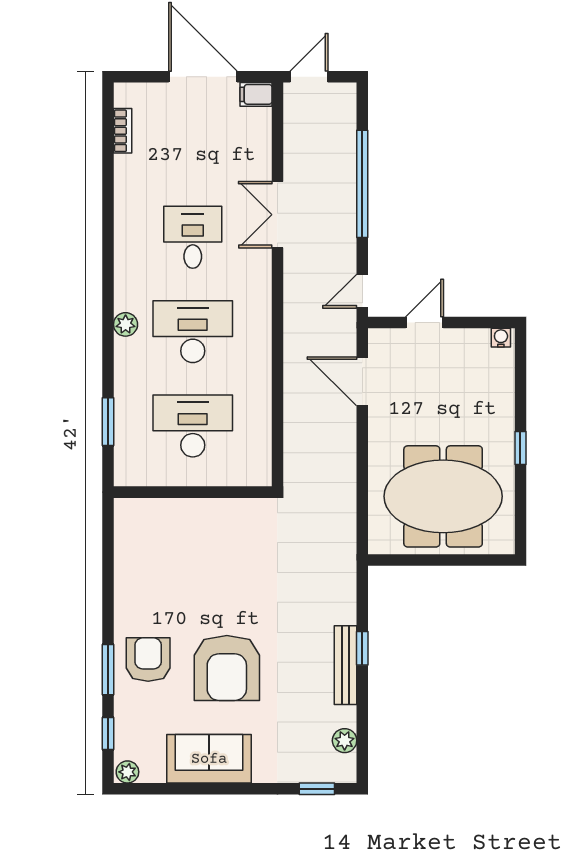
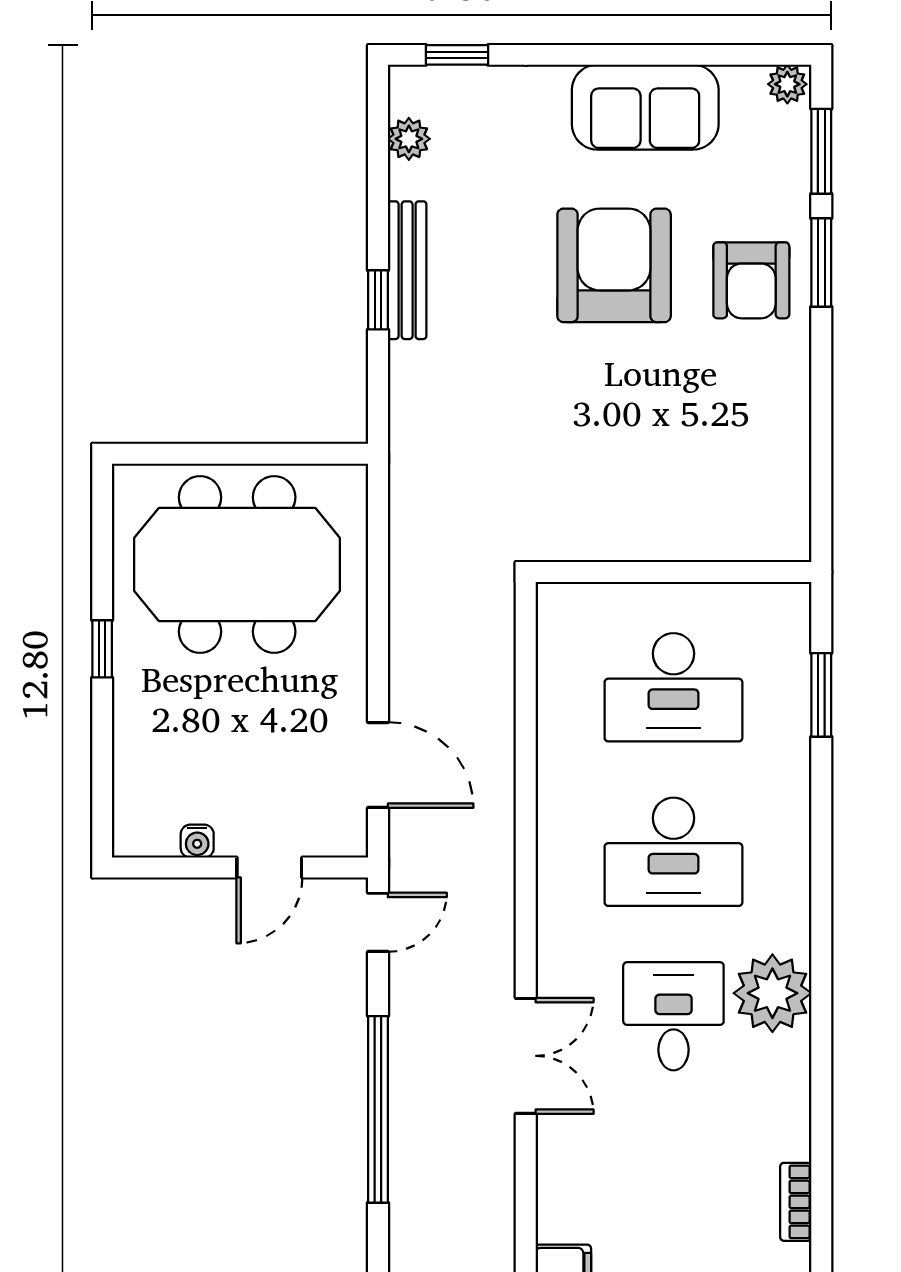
desk: (193, 237) -> (673, 1016), turned 180
plant: (126, 324) -> (772, 993), moved, width x1.88, depth x1.88
water cooler: (501, 338) -> (197, 841), moved
window: (108, 733) -> (821, 151), width x1.50

